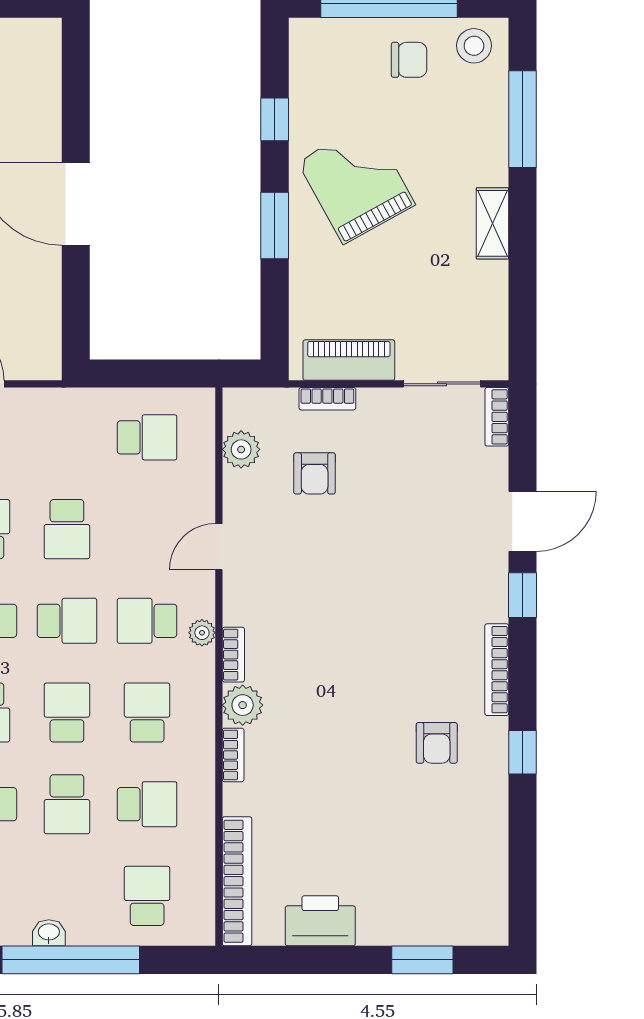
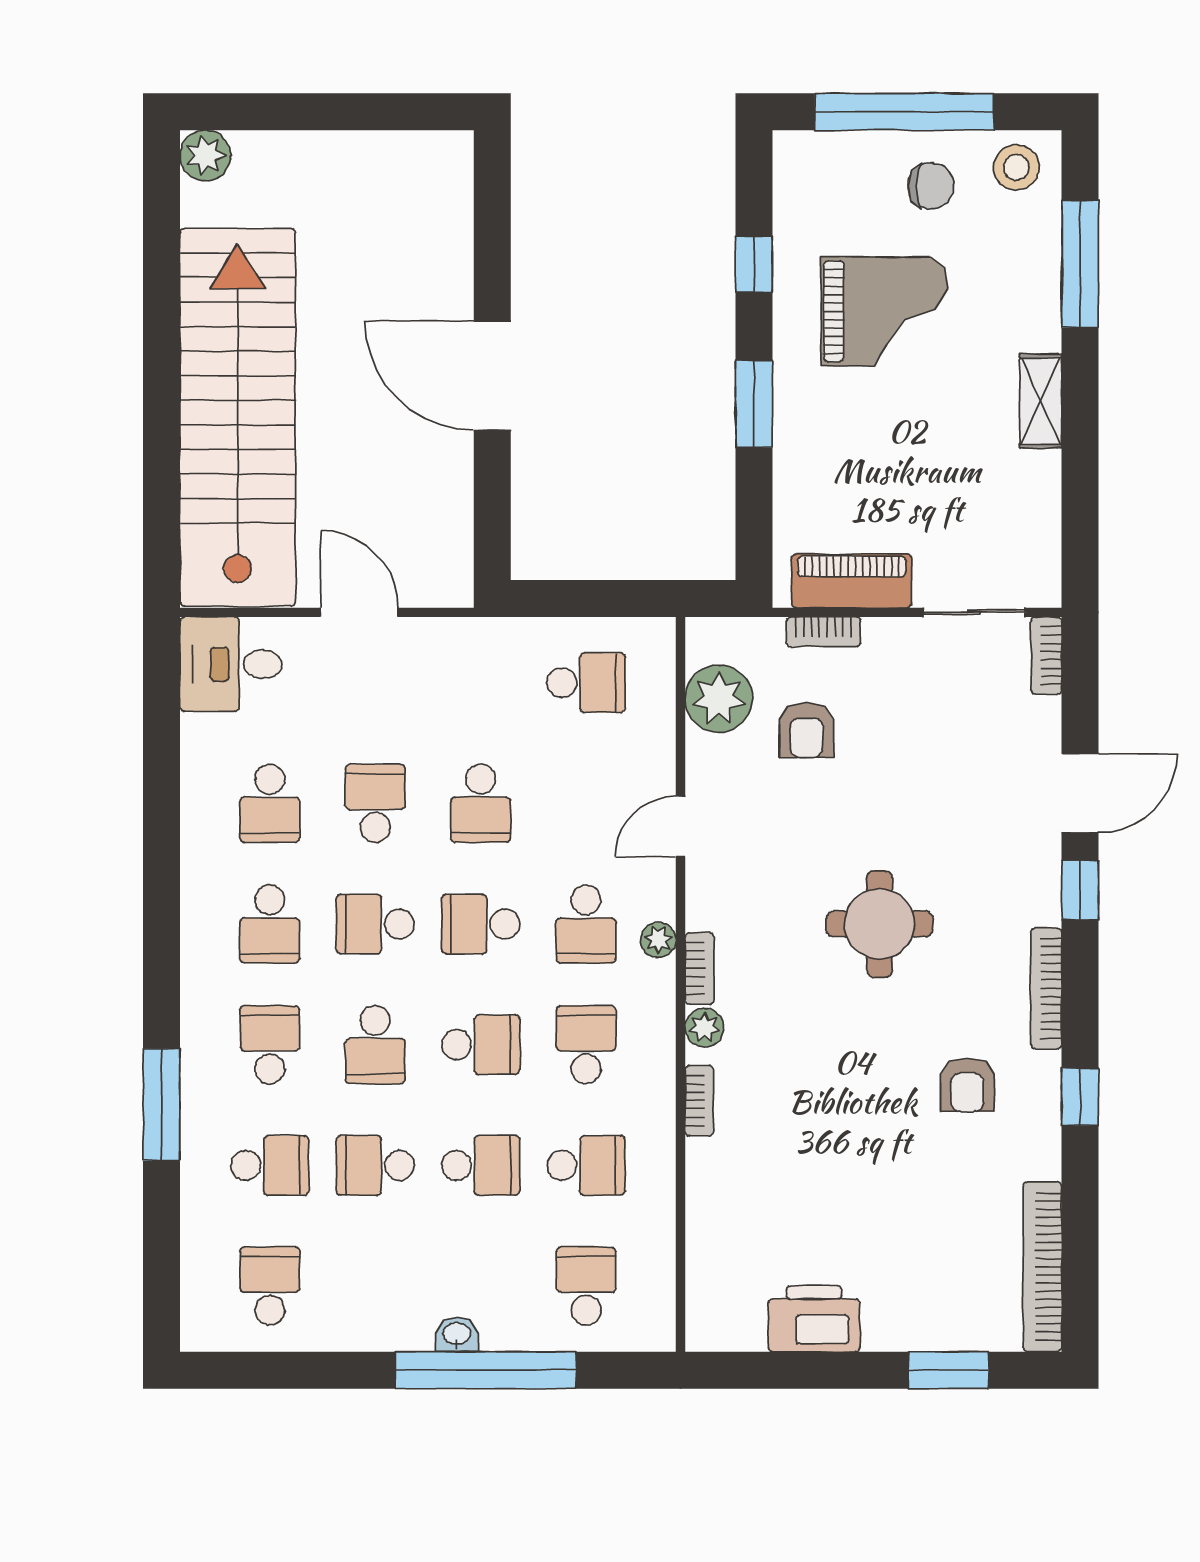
grand piano: (356, 183) -> (884, 311), moved, turned 119
plant: (241, 449) -> (719, 699), width x1.36, depth x1.36
school desk: (67, 621) -> (481, 924), turned 180
school desk: (147, 621) -> (586, 924), turned -90
round table: (370, 621) -> (879, 924), added
plant: (243, 705) -> (705, 1028), width x0.73, depth x0.73
school desk: (67, 713) -> (481, 1045), turned 90
school desk: (67, 804) -> (481, 1165), turned -90
bookcase: (237, 881) -> (1042, 1267), moved, turned 180

